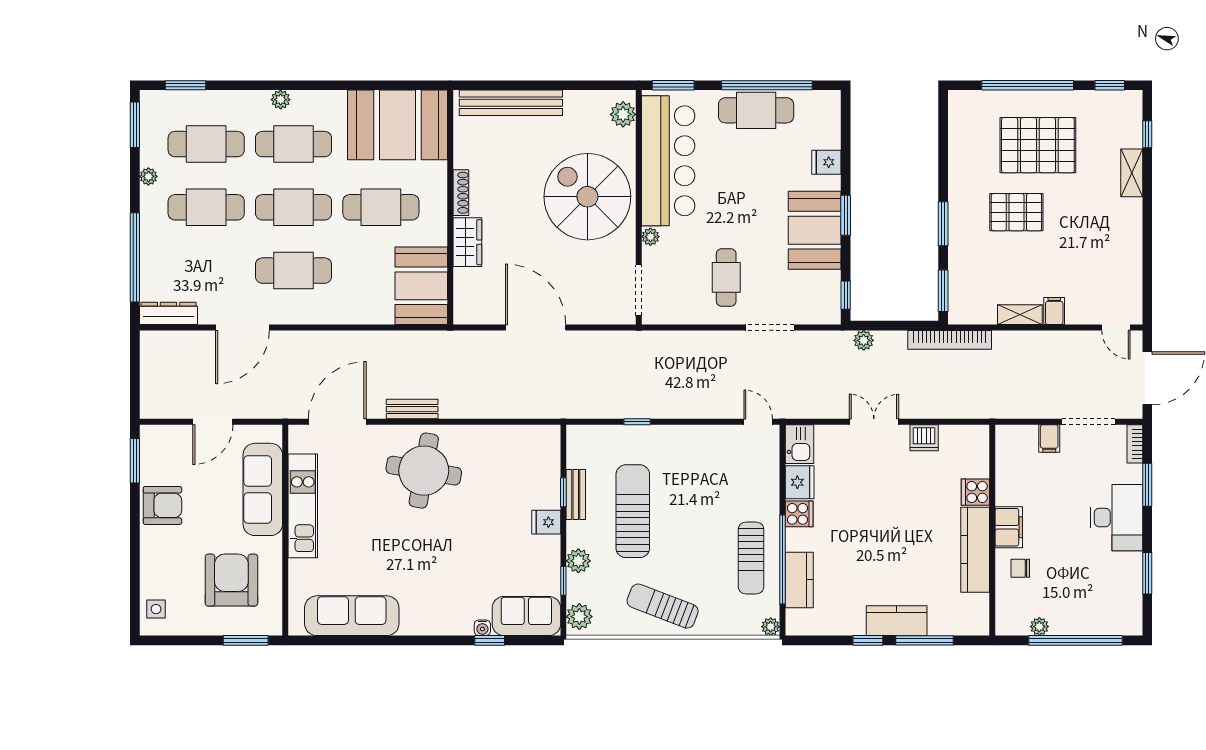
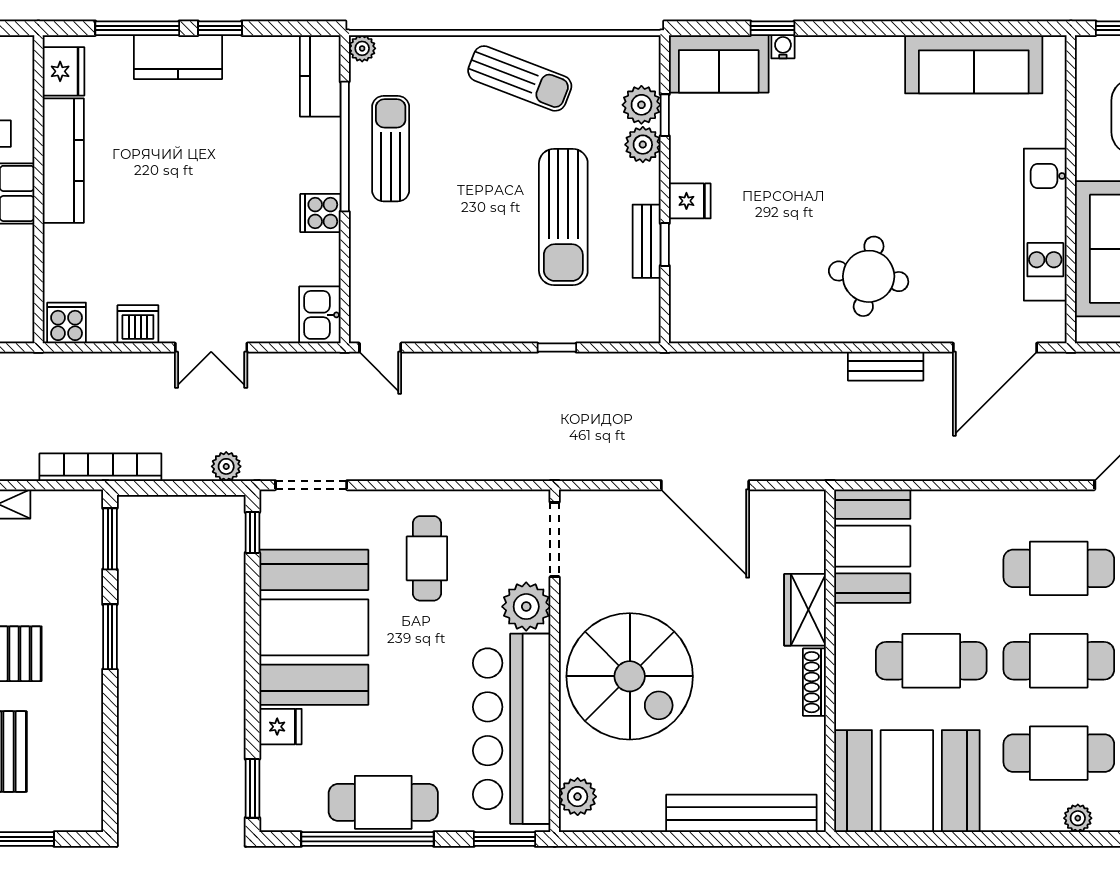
window: (846, 215) -> (252, 788), moved
booth: (815, 230) -> (314, 627), width x1.36, depth x1.42
plant: (650, 237) -> (526, 607), width x1.88, depth x1.88
doorway: (770, 328) -> (311, 485), moved
round table: (424, 471) -> (869, 276), width x0.73, depth x0.73
fridge: (800, 482) -> (63, 71), moved, turned 180
cooker: (975, 492) -> (67, 323), moved, turned -90
kitchen counter: (799, 580) -> (320, 76), moved
plant: (579, 617) -> (641, 105), moved

